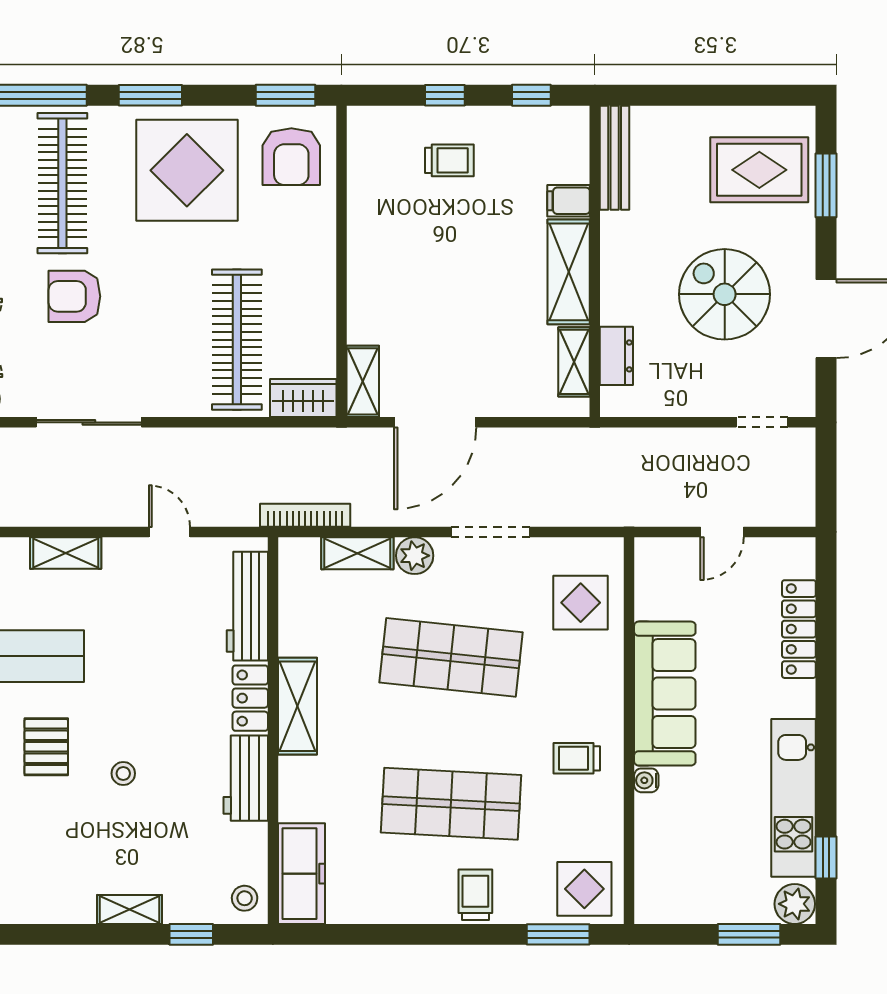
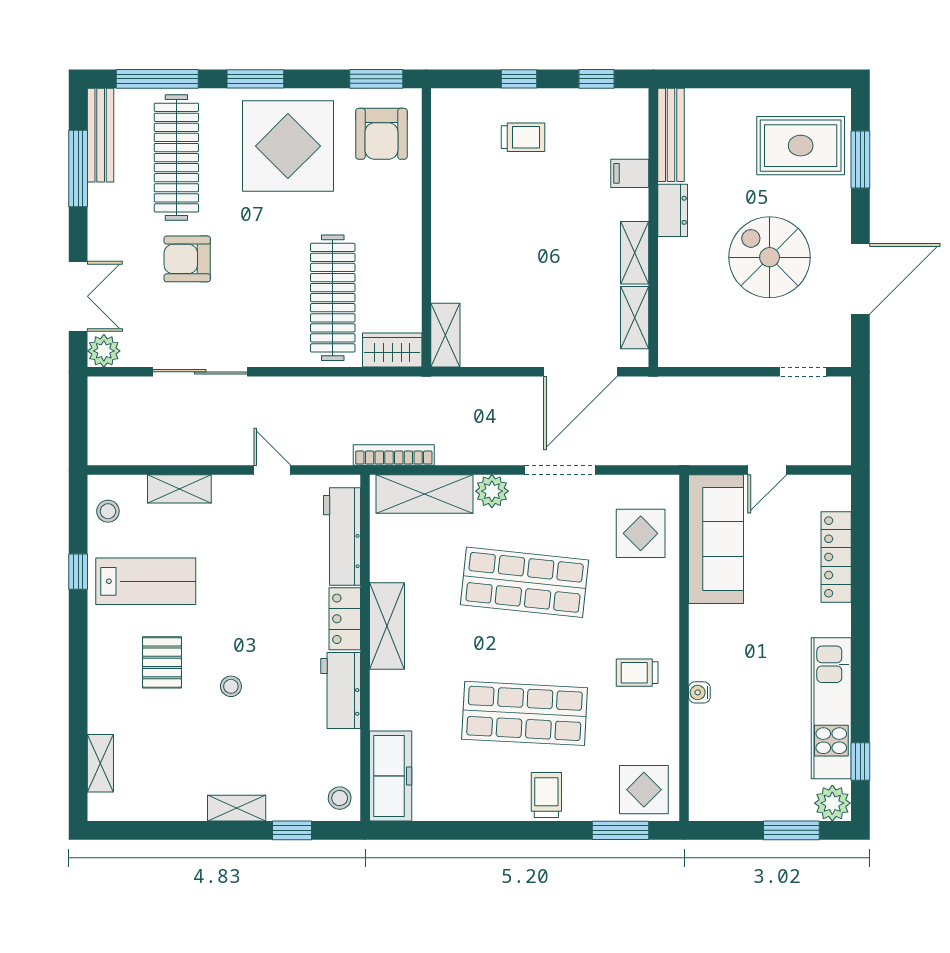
shelving: (569, 272) -> (635, 253), width x0.67, depth x0.75
dresser: (616, 356) -> (673, 210), moved
door: (435, 422) -> (580, 372), moved
shelving: (357, 553) -> (424, 494), width x1.50, depth x1.33
sofa: (665, 694) -> (716, 539), moved

